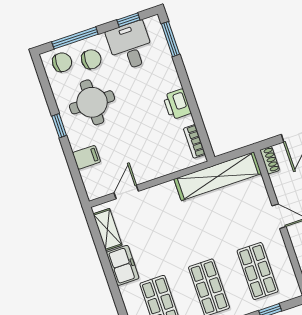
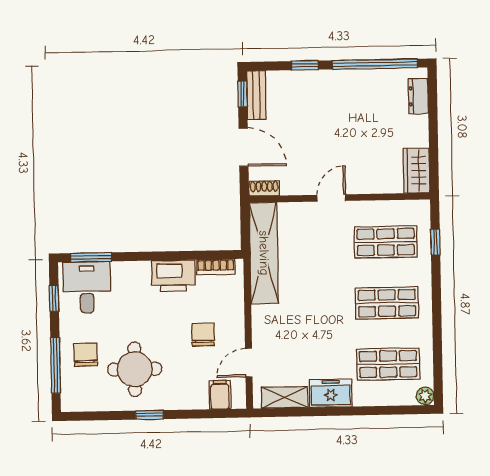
desk: (130, 46) -> (87, 287), moved, turned 90
chair: (62, 62) -> (203, 335), moved
printer: (177, 104) -> (173, 276), width x1.37, depth x1.19
filing cabinet: (86, 157) -> (220, 395), moved
door: (126, 192) -> (249, 363), hinge flipped

